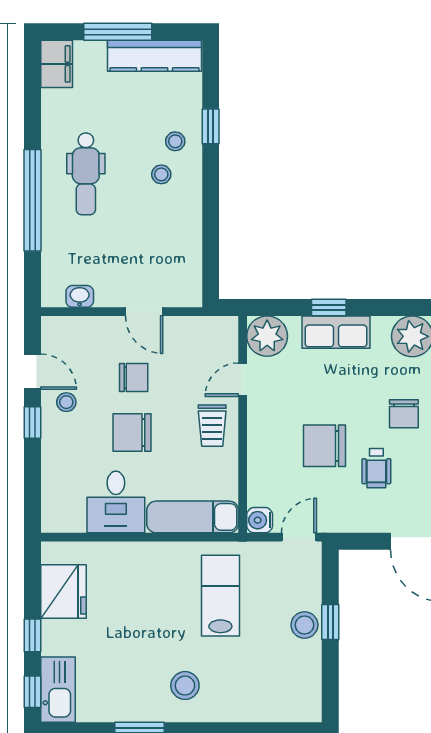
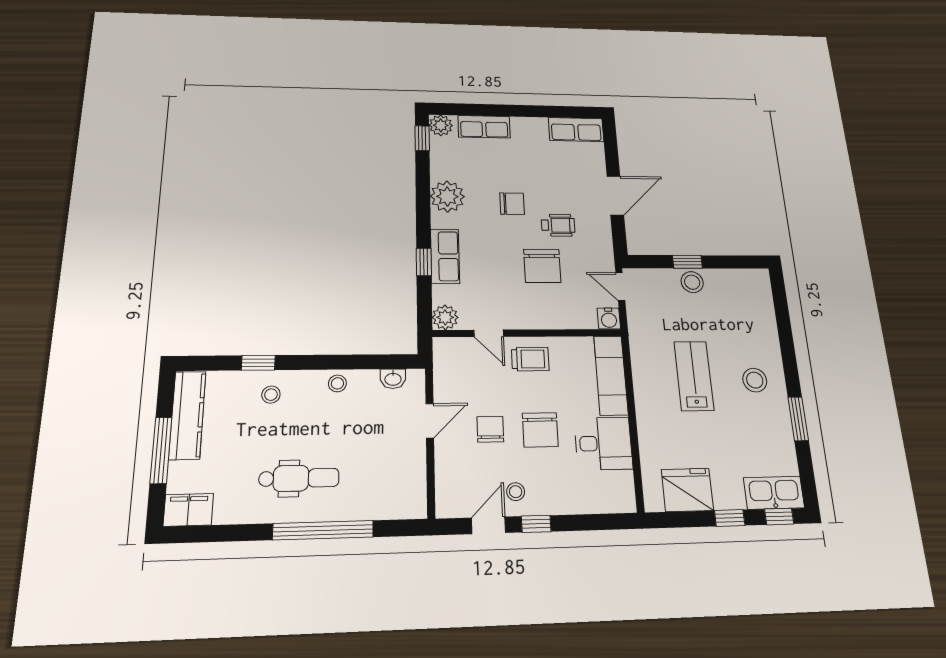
stool: (161, 174) -> (337, 383), moved
washbasin: (80, 296) -> (393, 379), moved, turned -90
plant: (267, 336) -> (445, 317), width x0.73, depth x0.73
lab bench: (220, 596) -> (694, 376), moved, turned 90

